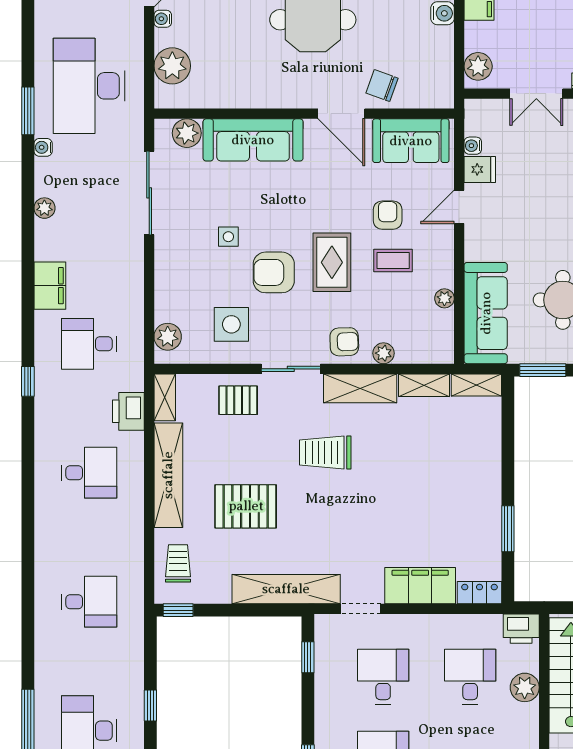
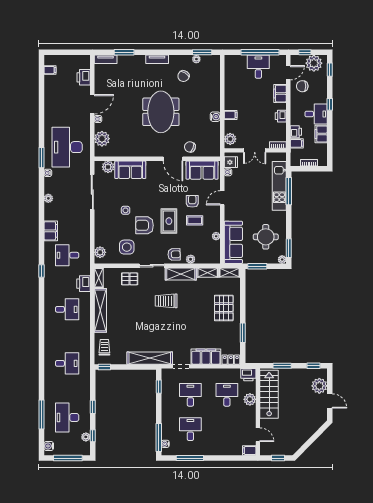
sofa: (253, 140) -> (130, 170), width x0.73
fridge: (480, 169) -> (231, 162), moved
pallet: (246, 506) -> (224, 308), moved, turned 90

